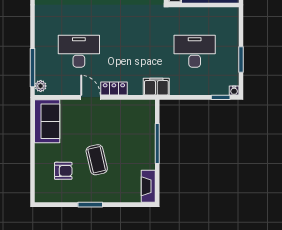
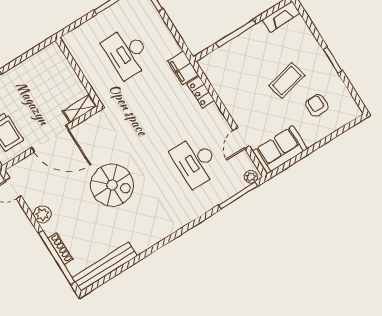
locker: (114, 89) -> (201, 92), moved
door: (91, 97) -> (241, 138), moved

